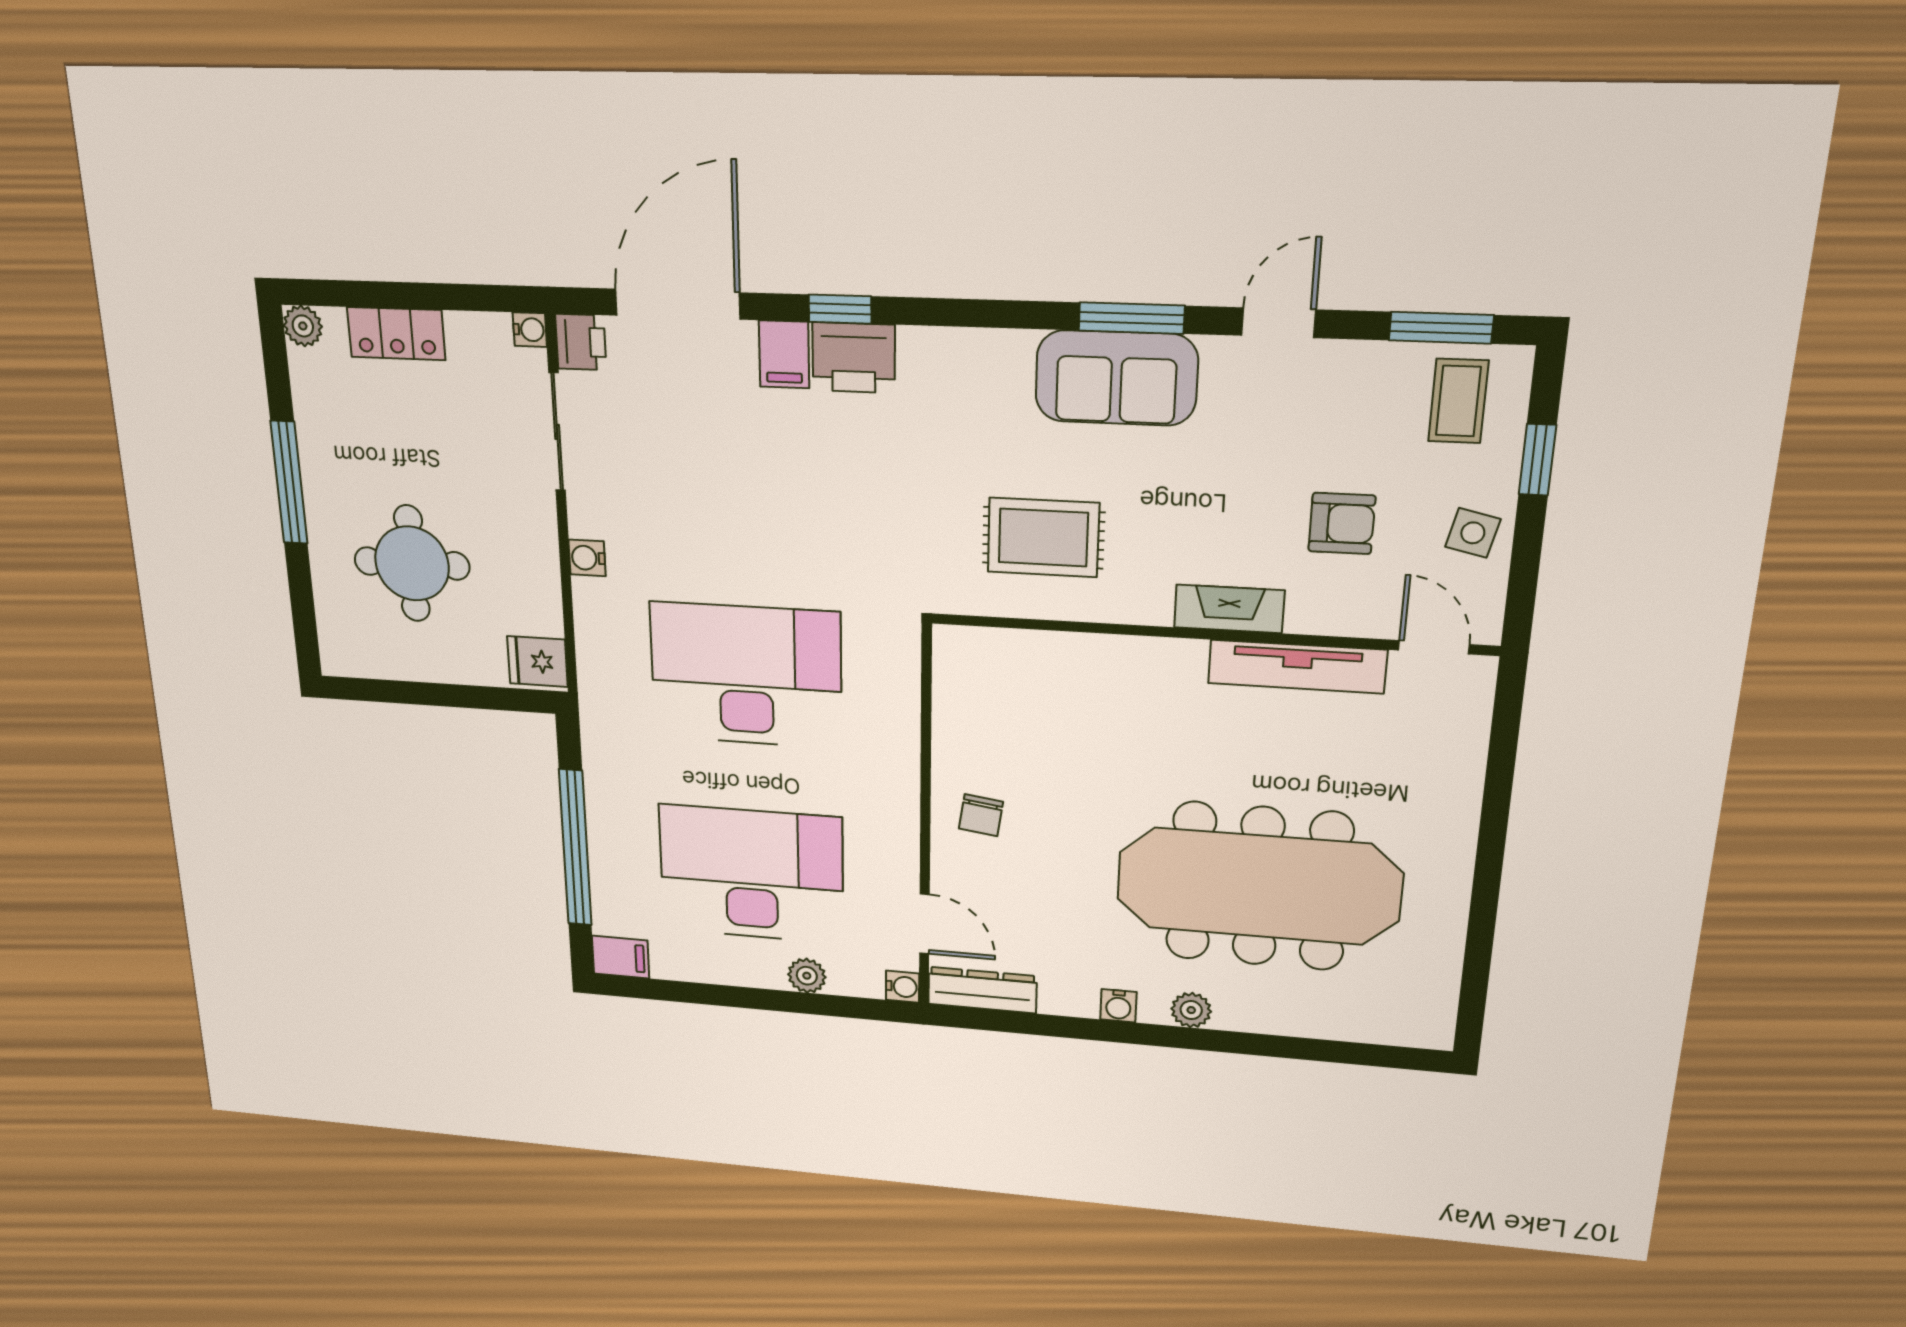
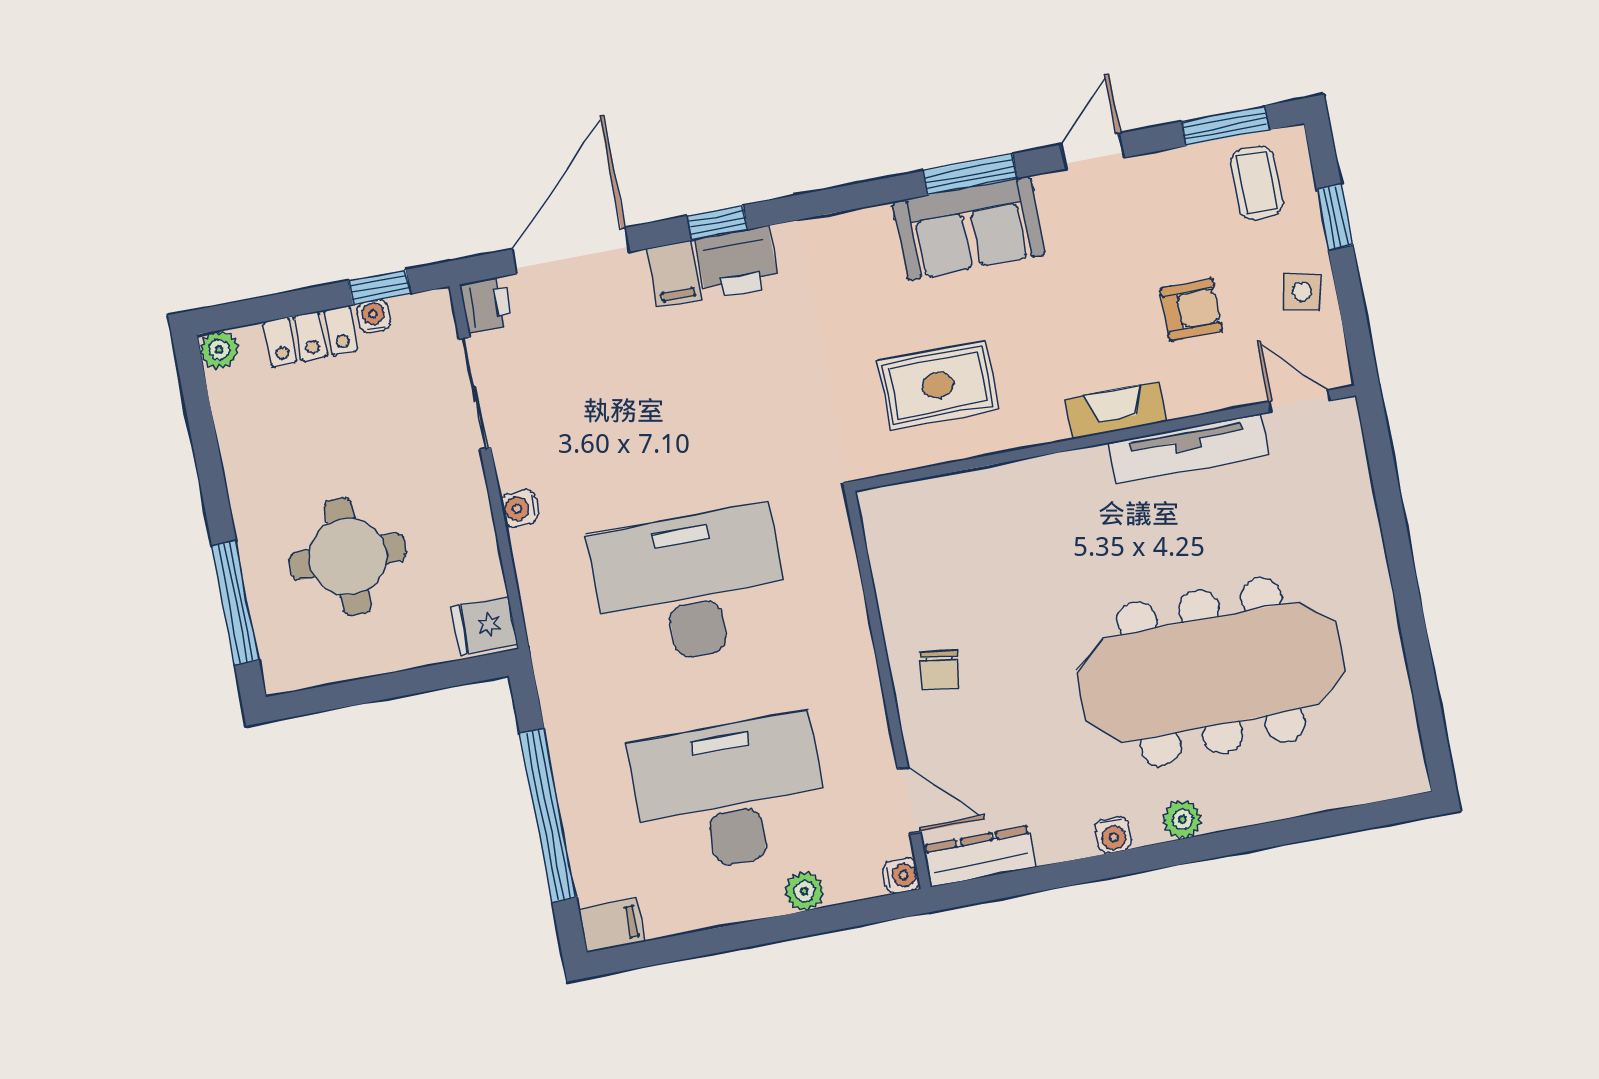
window: (472, 298) -> (379, 287), added
water cooler: (530, 330) -> (373, 316), moved, turned -90
window: (289, 483) -> (235, 603), moved

